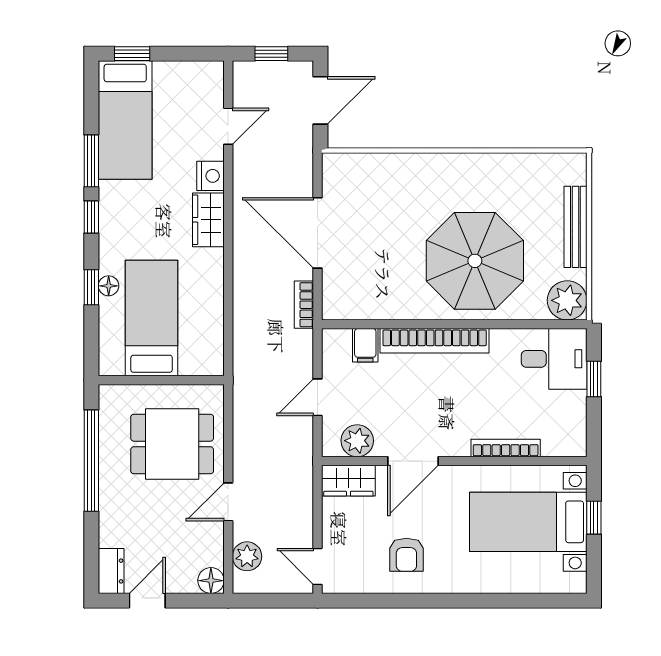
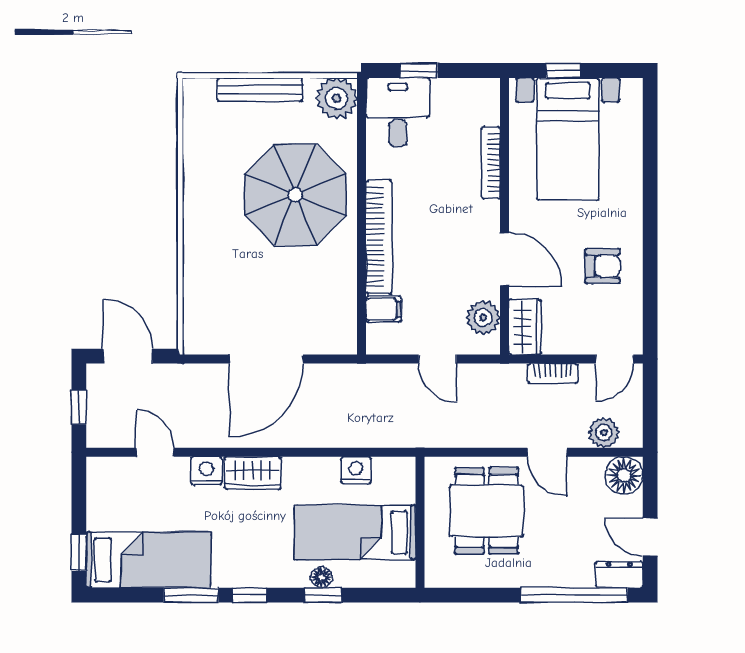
bookcase: (304, 305) -> (553, 373), moved
nightstand: (211, 319) -> (356, 470), added
window: (91, 461) -> (574, 595), moved
floor lamp: (211, 581) -> (624, 475), width x1.38, depth x1.38

